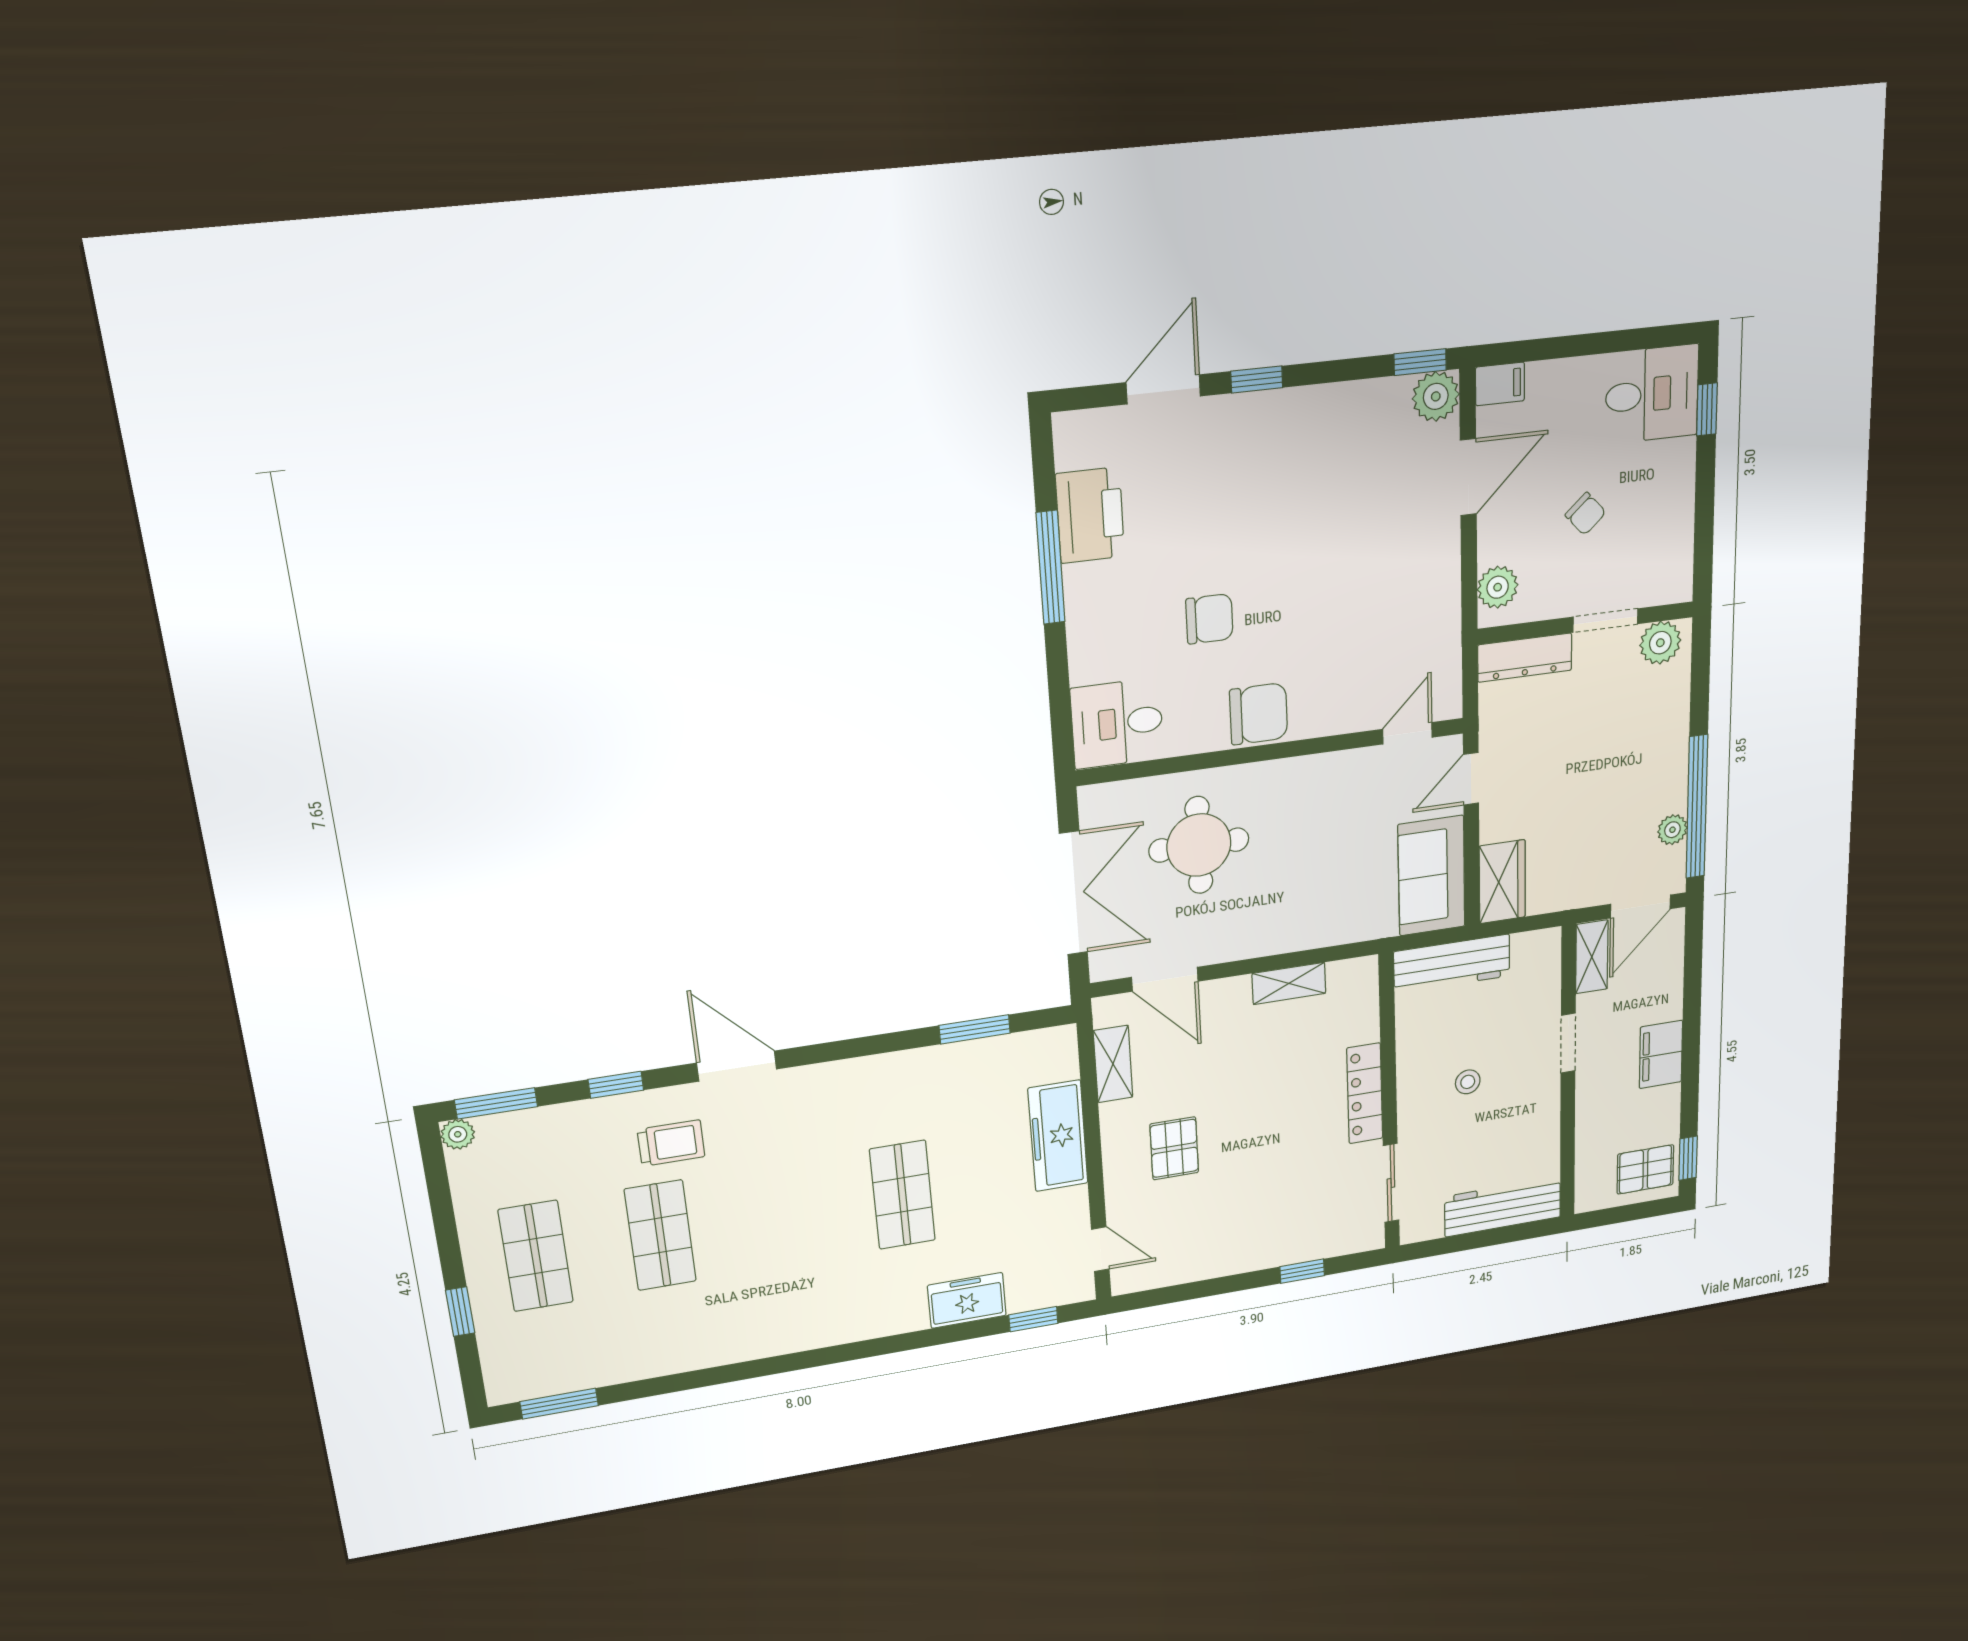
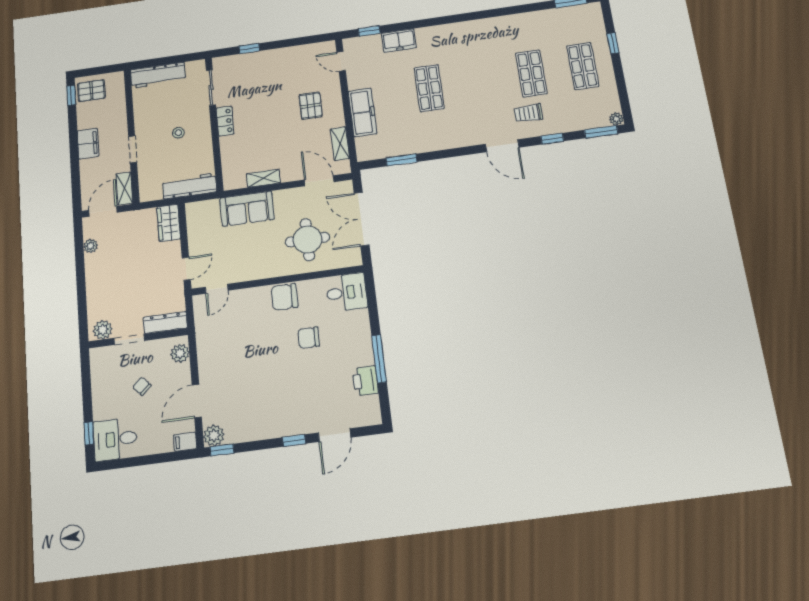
printer: (1090, 515) -> (365, 381), width x0.73, depth x0.84
window: (1697, 807) -> (80, 256), removed
sofa: (1432, 876) -> (247, 209), moved, turned 90
locker: (1365, 1093) -> (225, 121), width x0.66

